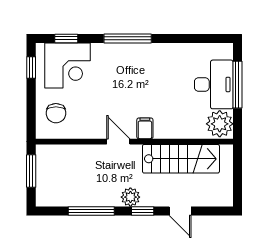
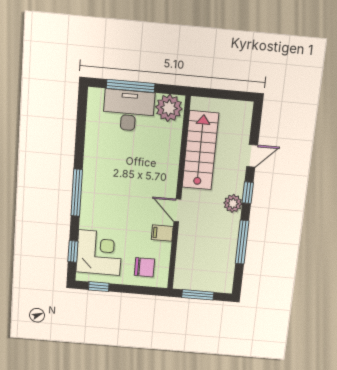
filing cabinet: (145, 128) -> (162, 233), moved
door: (118, 142) -> (177, 210), hinge flipped

